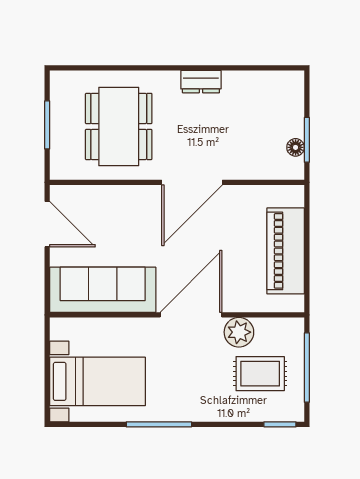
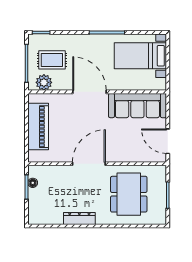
dresser: (201, 82) -> (79, 219), width x1.44
door: (191, 315) -> (89, 92), swing flipped
plant: (239, 332) -> (44, 82), moved

